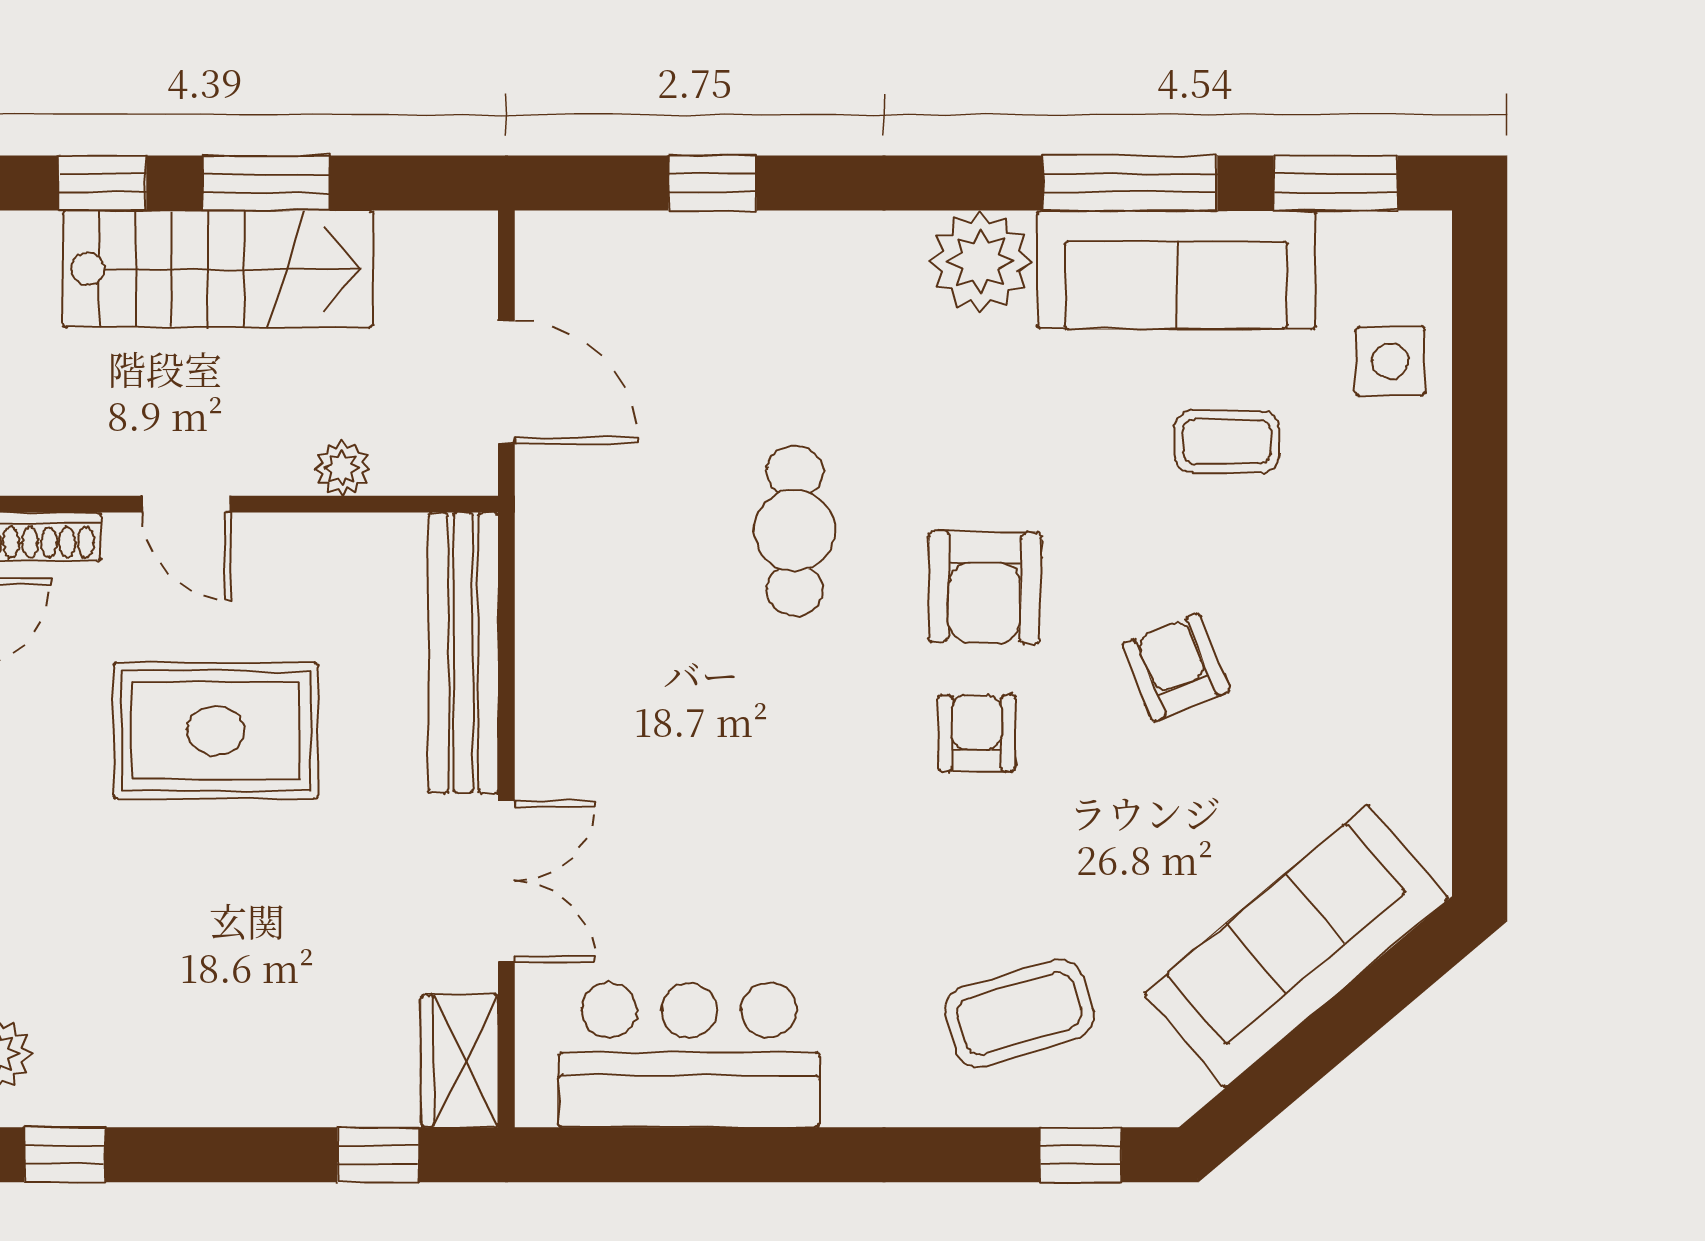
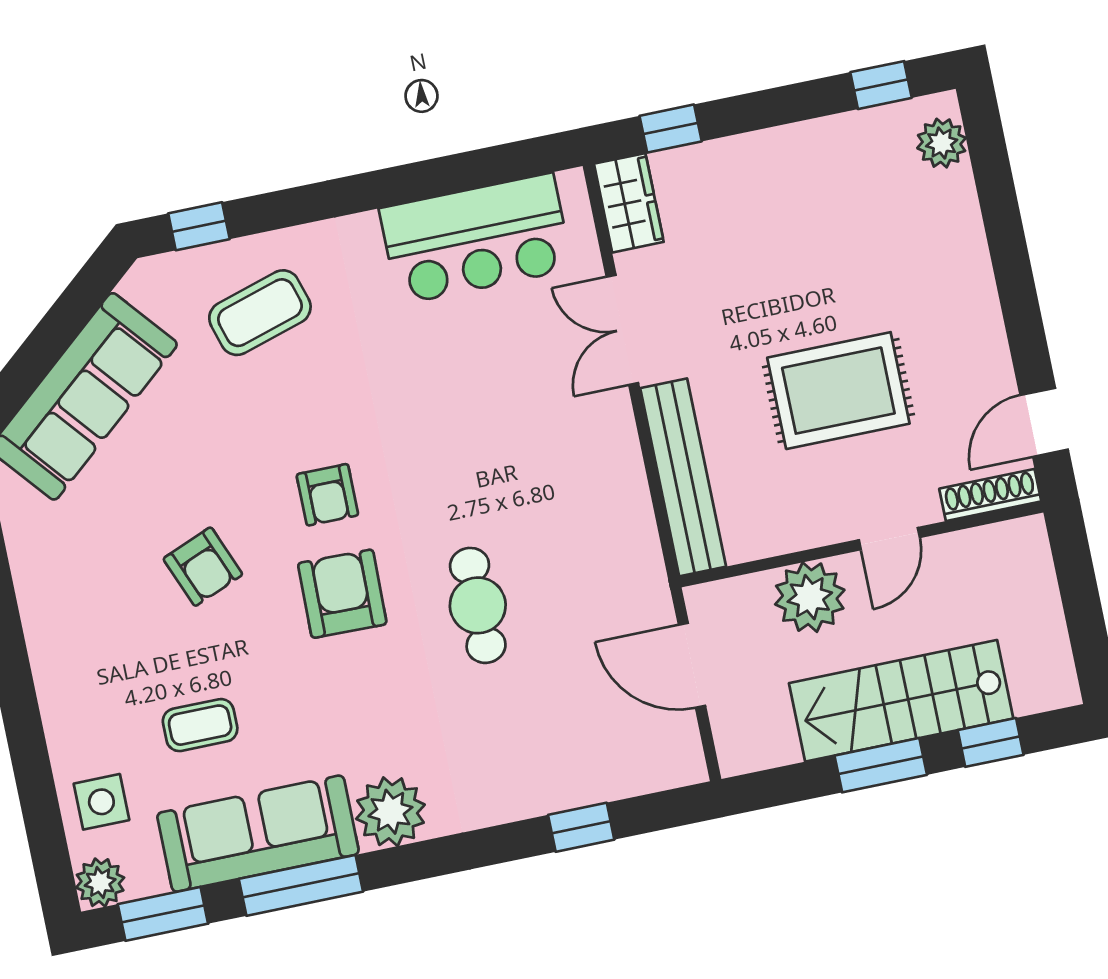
plant: (1416, 246) -> (100, 883), added
plant: (342, 468) -> (810, 597), width x1.88, depth x1.88
door: (187, 504) -> (889, 539), swing flipped

